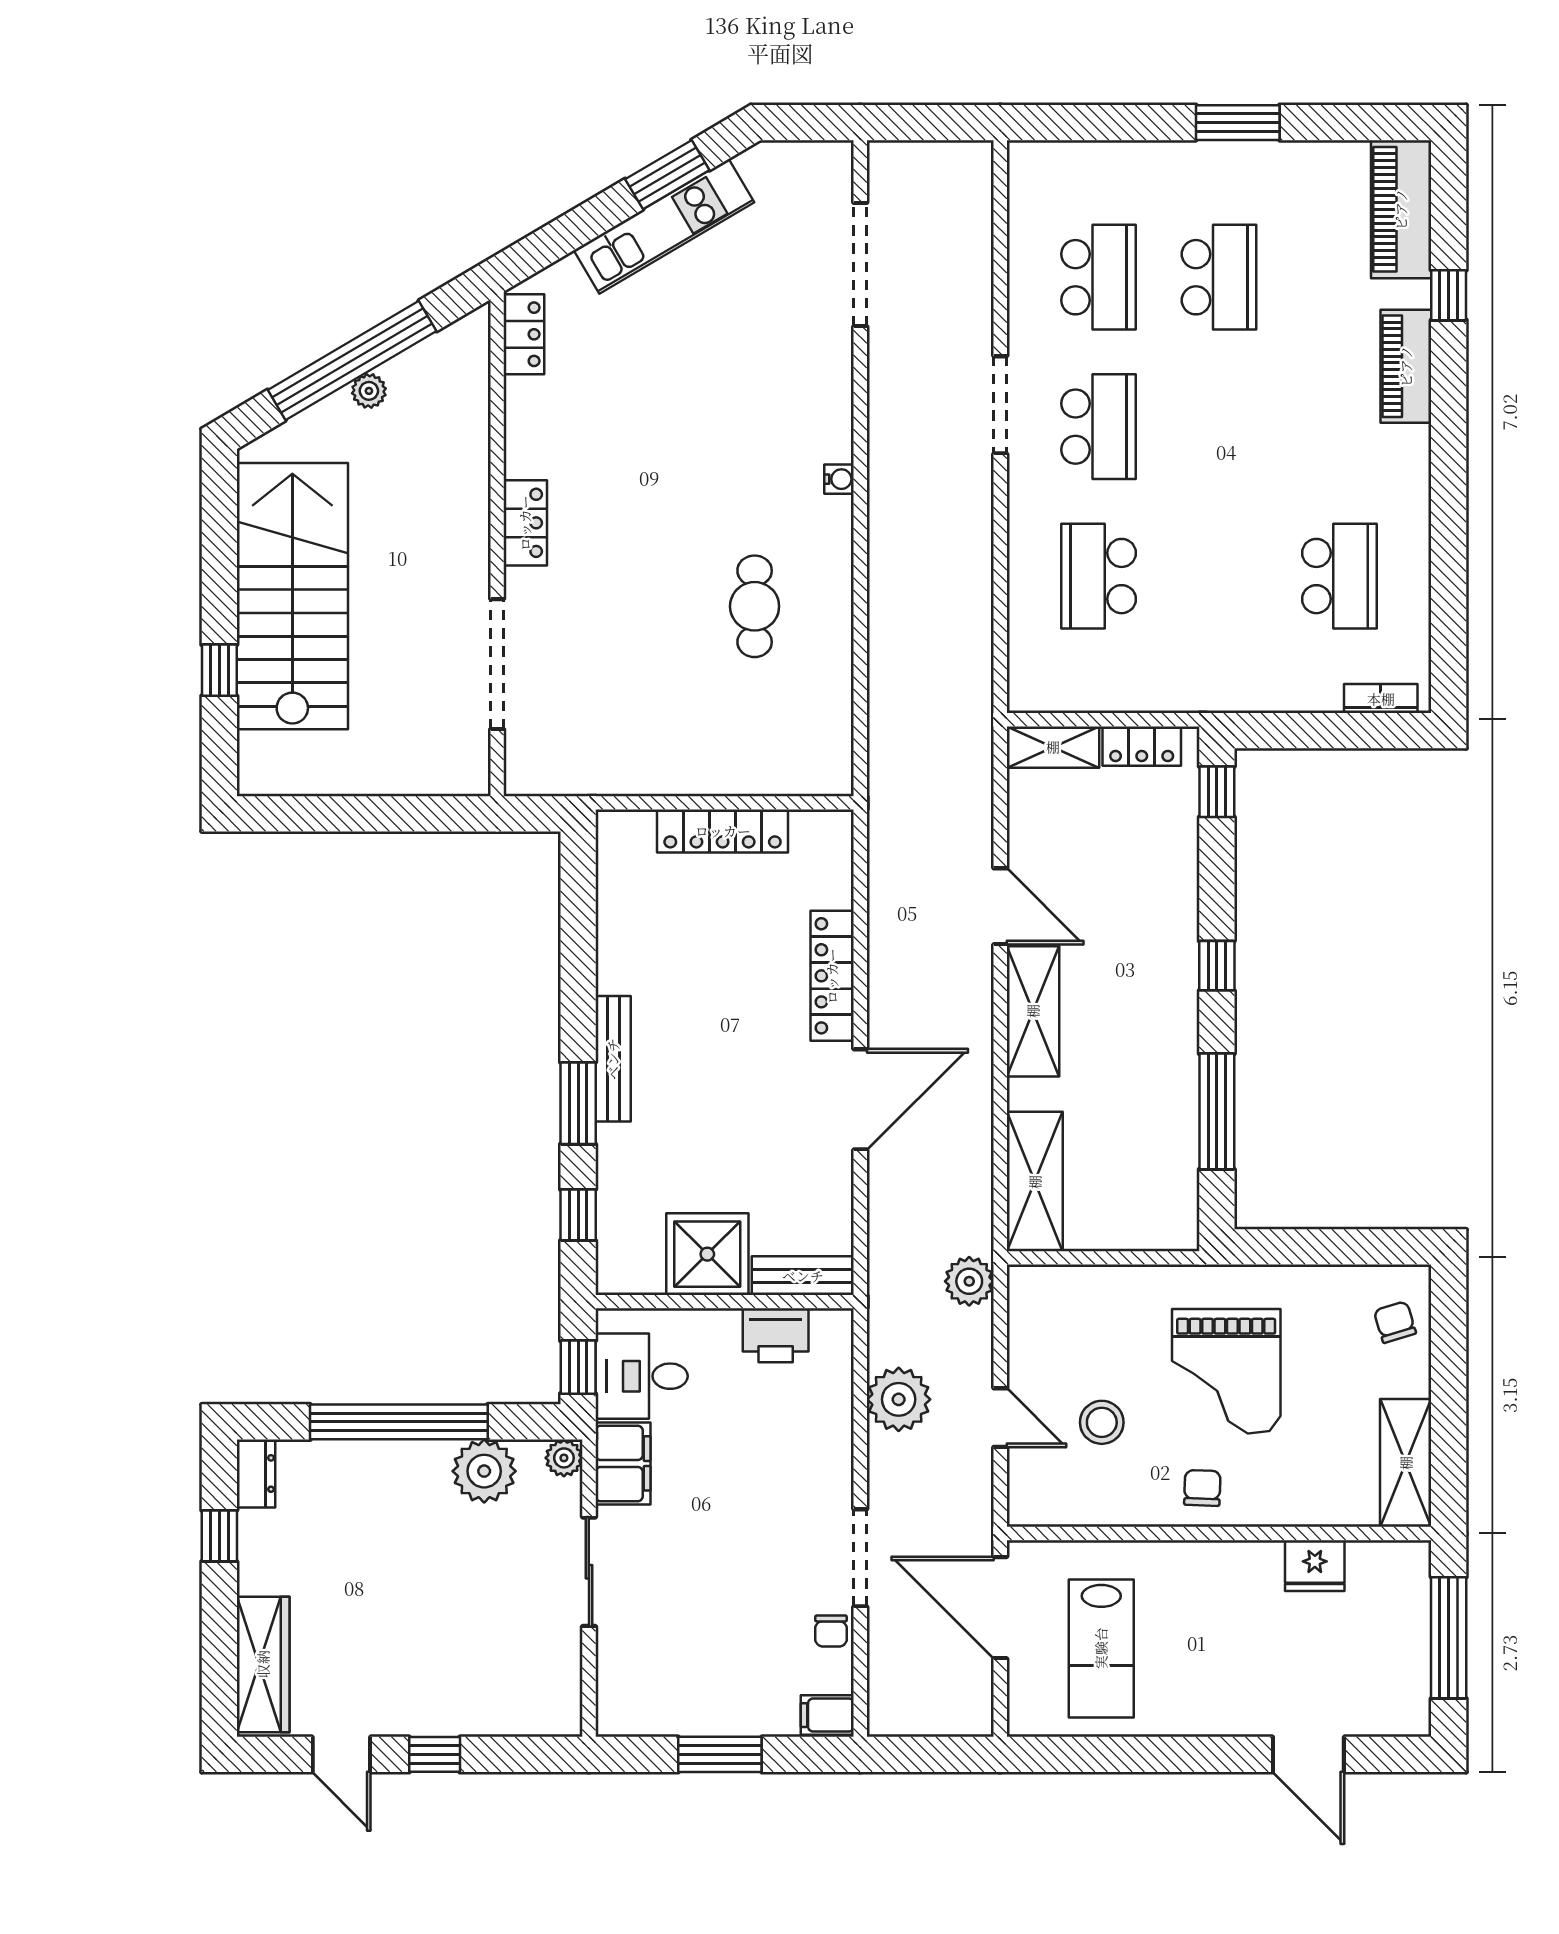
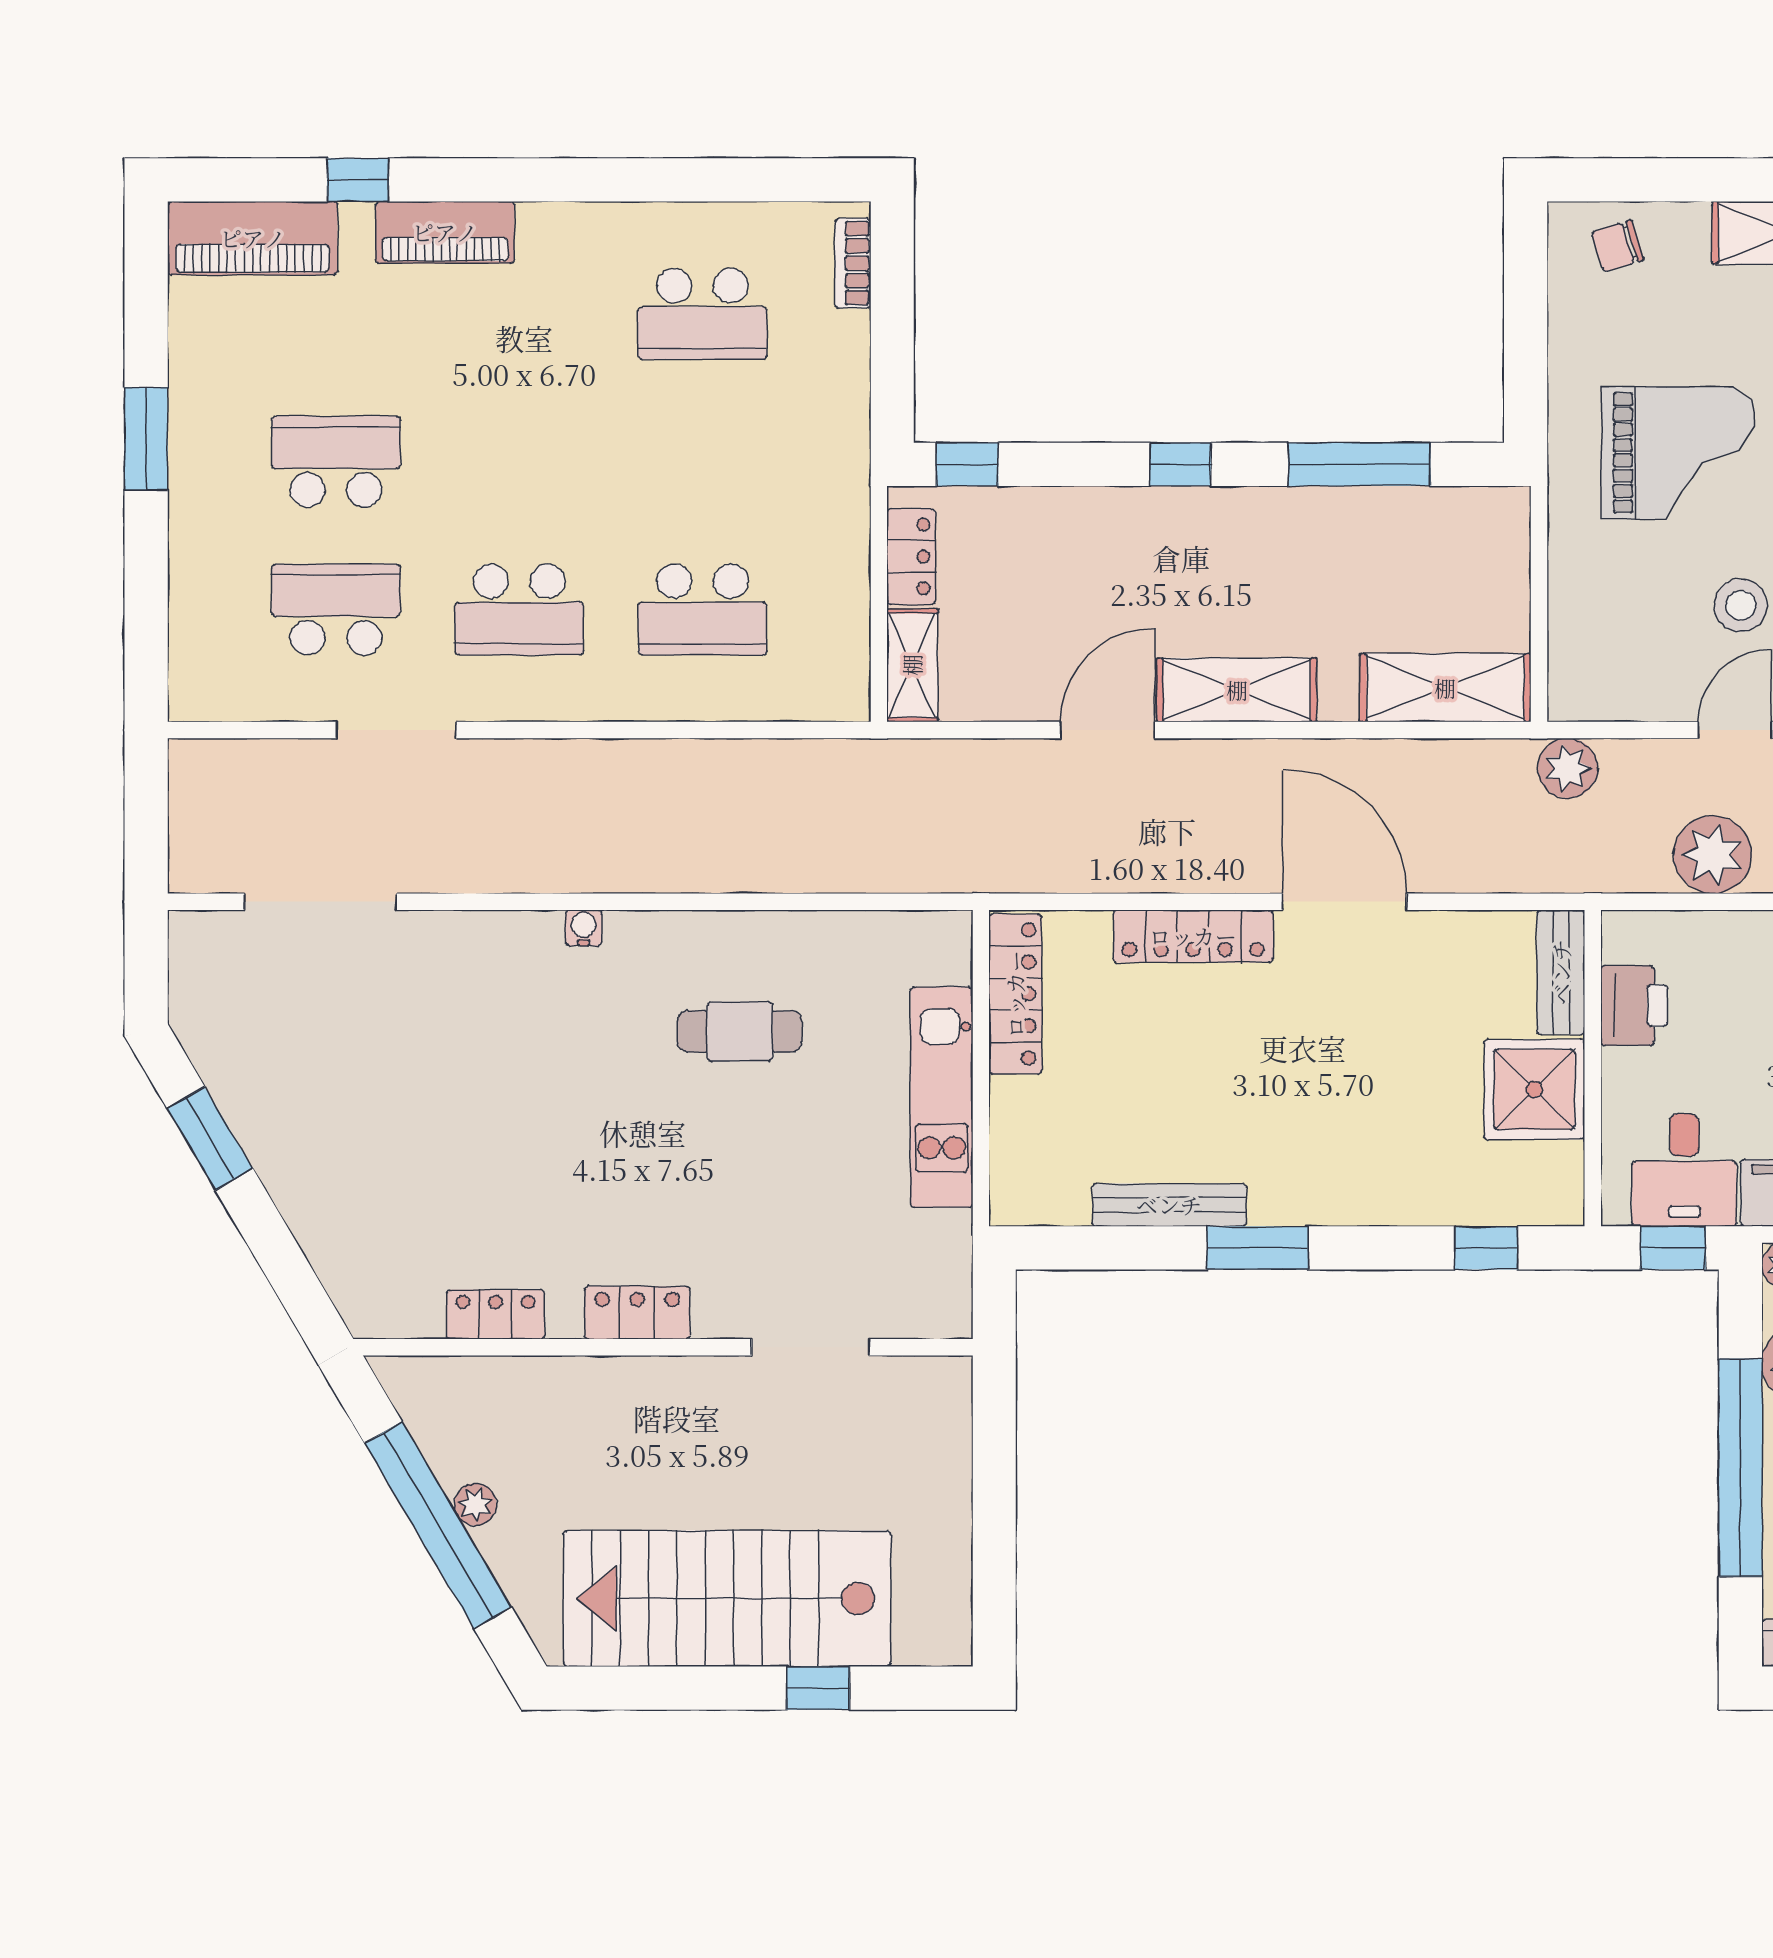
kitchen unit: (664, 226) -> (942, 1097), moved, turned -149
locker: (524, 334) -> (496, 1314), moved
doorway: (1000, 405) -> (396, 730), moved
school desk: (1099, 427) -> (519, 609), turned 180
school desk: (1339, 576) -> (703, 314), turned 180
doorway: (497, 664) -> (810, 1347), width x0.73
locker: (723, 831) -> (1015, 994), moved
bench: (613, 1059) -> (1169, 1205), moved
window: (578, 1103) -> (1258, 1248), moved

